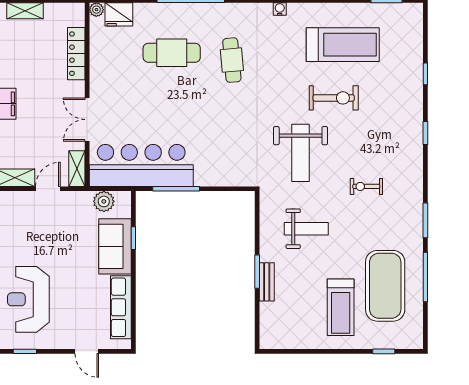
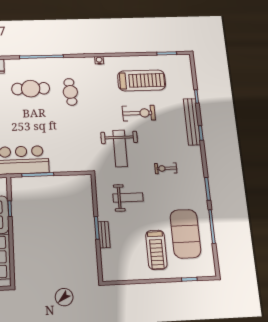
bench: (414, 115) -> (192, 122), added

